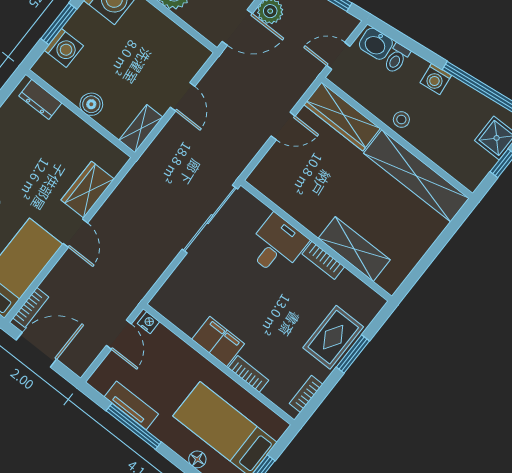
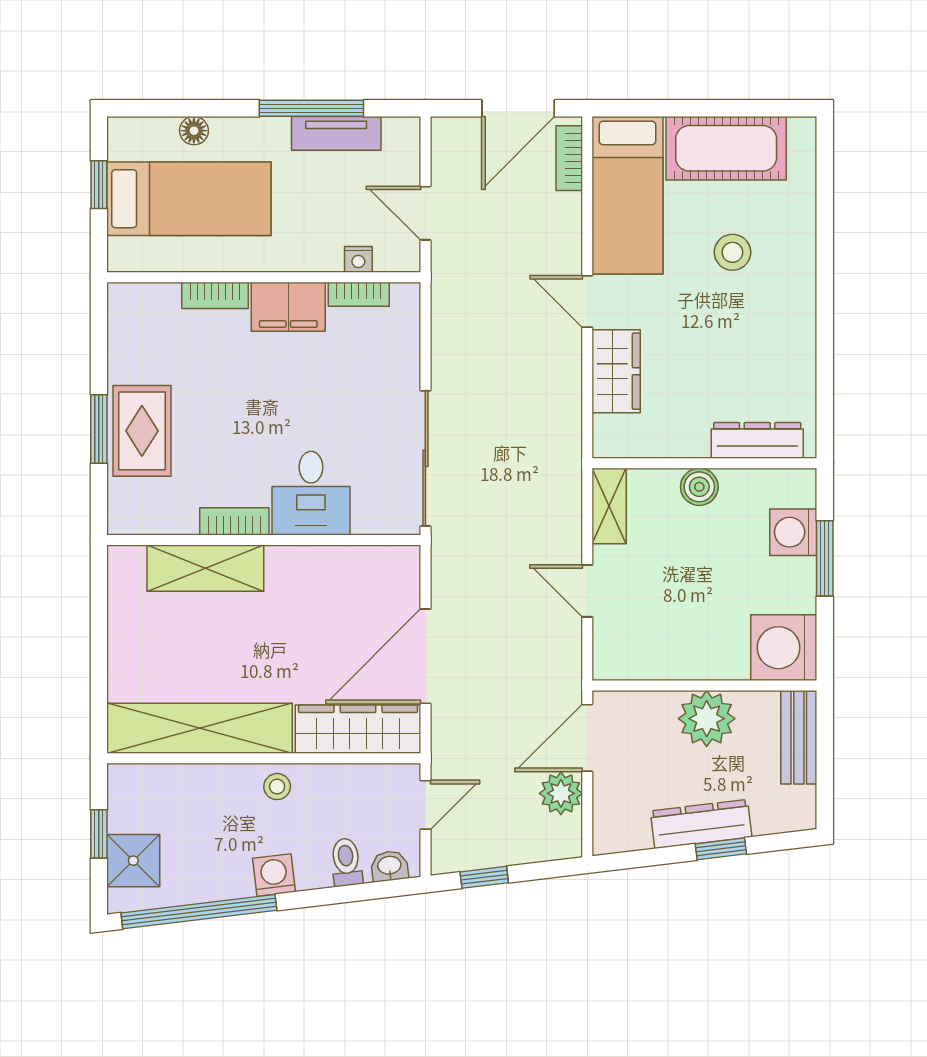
washbasin: (376, 44) -> (389, 866), width x0.72, depth x0.69
dresser: (40, 99) -> (757, 440), width x1.44
door: (283, 126) -> (425, 656), width x1.88
nightstand: (148, 323) -> (358, 259), moved
bookcase: (306, 394) -> (359, 294), moved, turned 90

